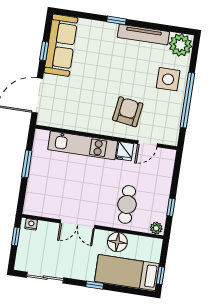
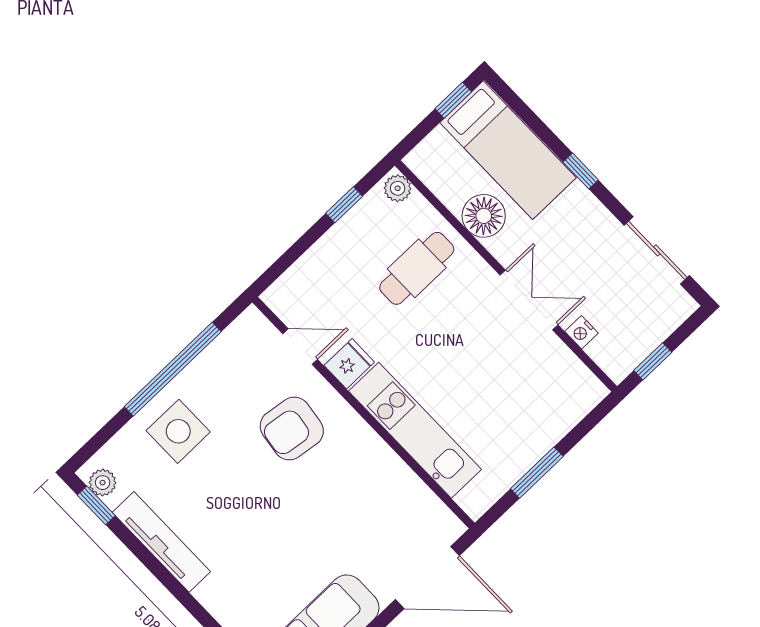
window: (116, 20) -> (96, 505), moved
plant: (180, 45) -> (103, 483), width x0.53, depth x0.53
nightstand: (31, 224) -> (582, 332), moved

